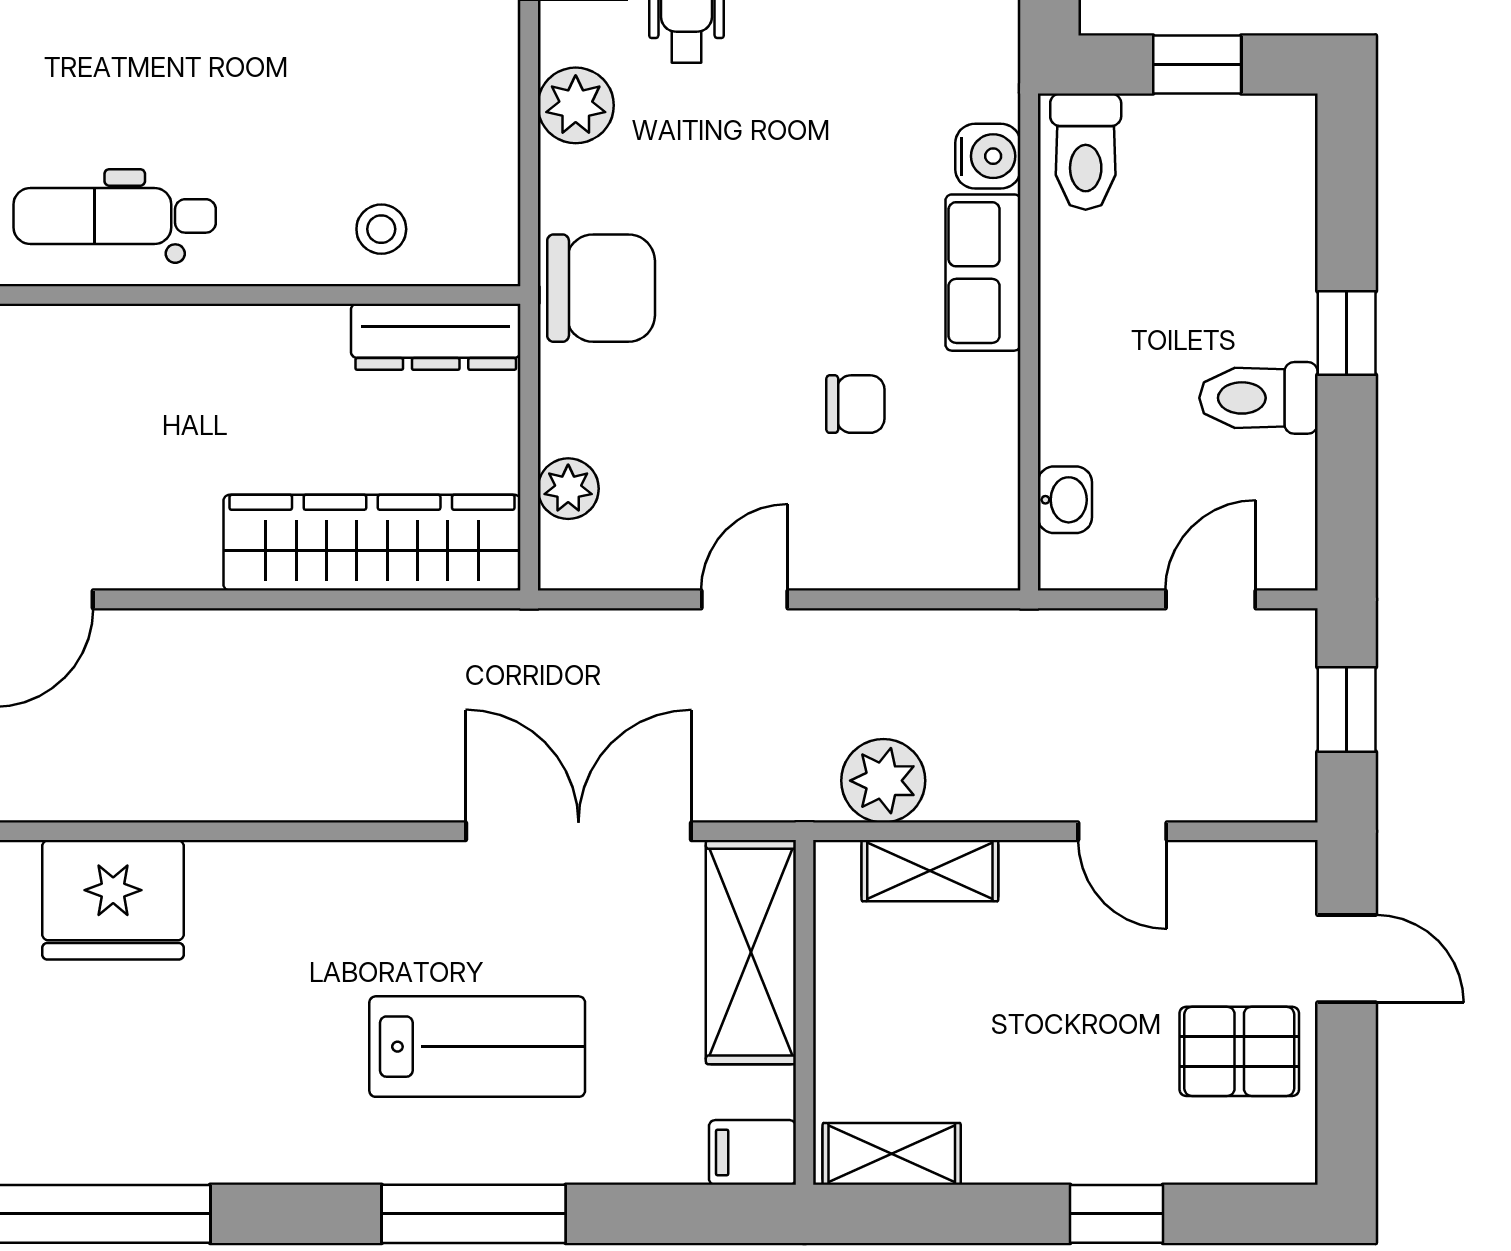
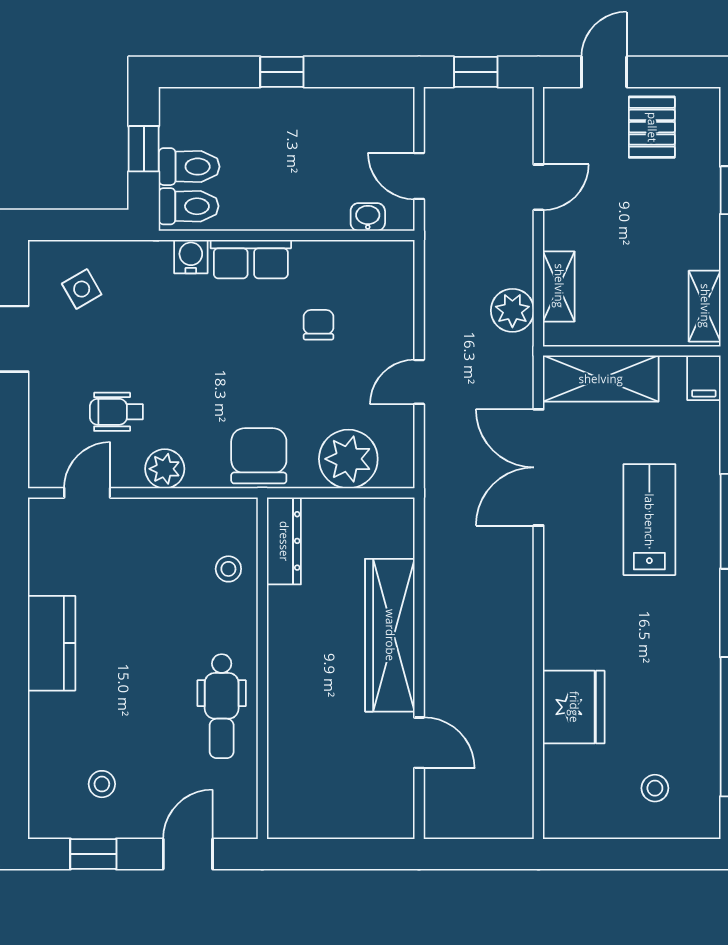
toilet: (1258, 398) -> (189, 167), moved, turned -90
plant: (568, 489) -> (348, 459), width x1.88, depth x1.88
wardrobe: (372, 543) -> (390, 635), moved
door: (744, 599) -> (419, 382), hinge flipped
door: (1211, 599) -> (419, 176), moved

